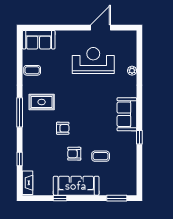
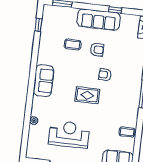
reception desk: (93, 61) -> (69, 134), turned 180
rug: (42, 102) -> (87, 95), moved
window: (139, 137) -> (38, 25), moved

